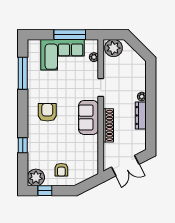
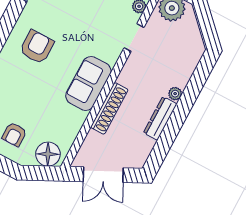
doorway: (101, 87) -> (134, 38), moved
floor lamp: (87, 171) -> (48, 154), added

